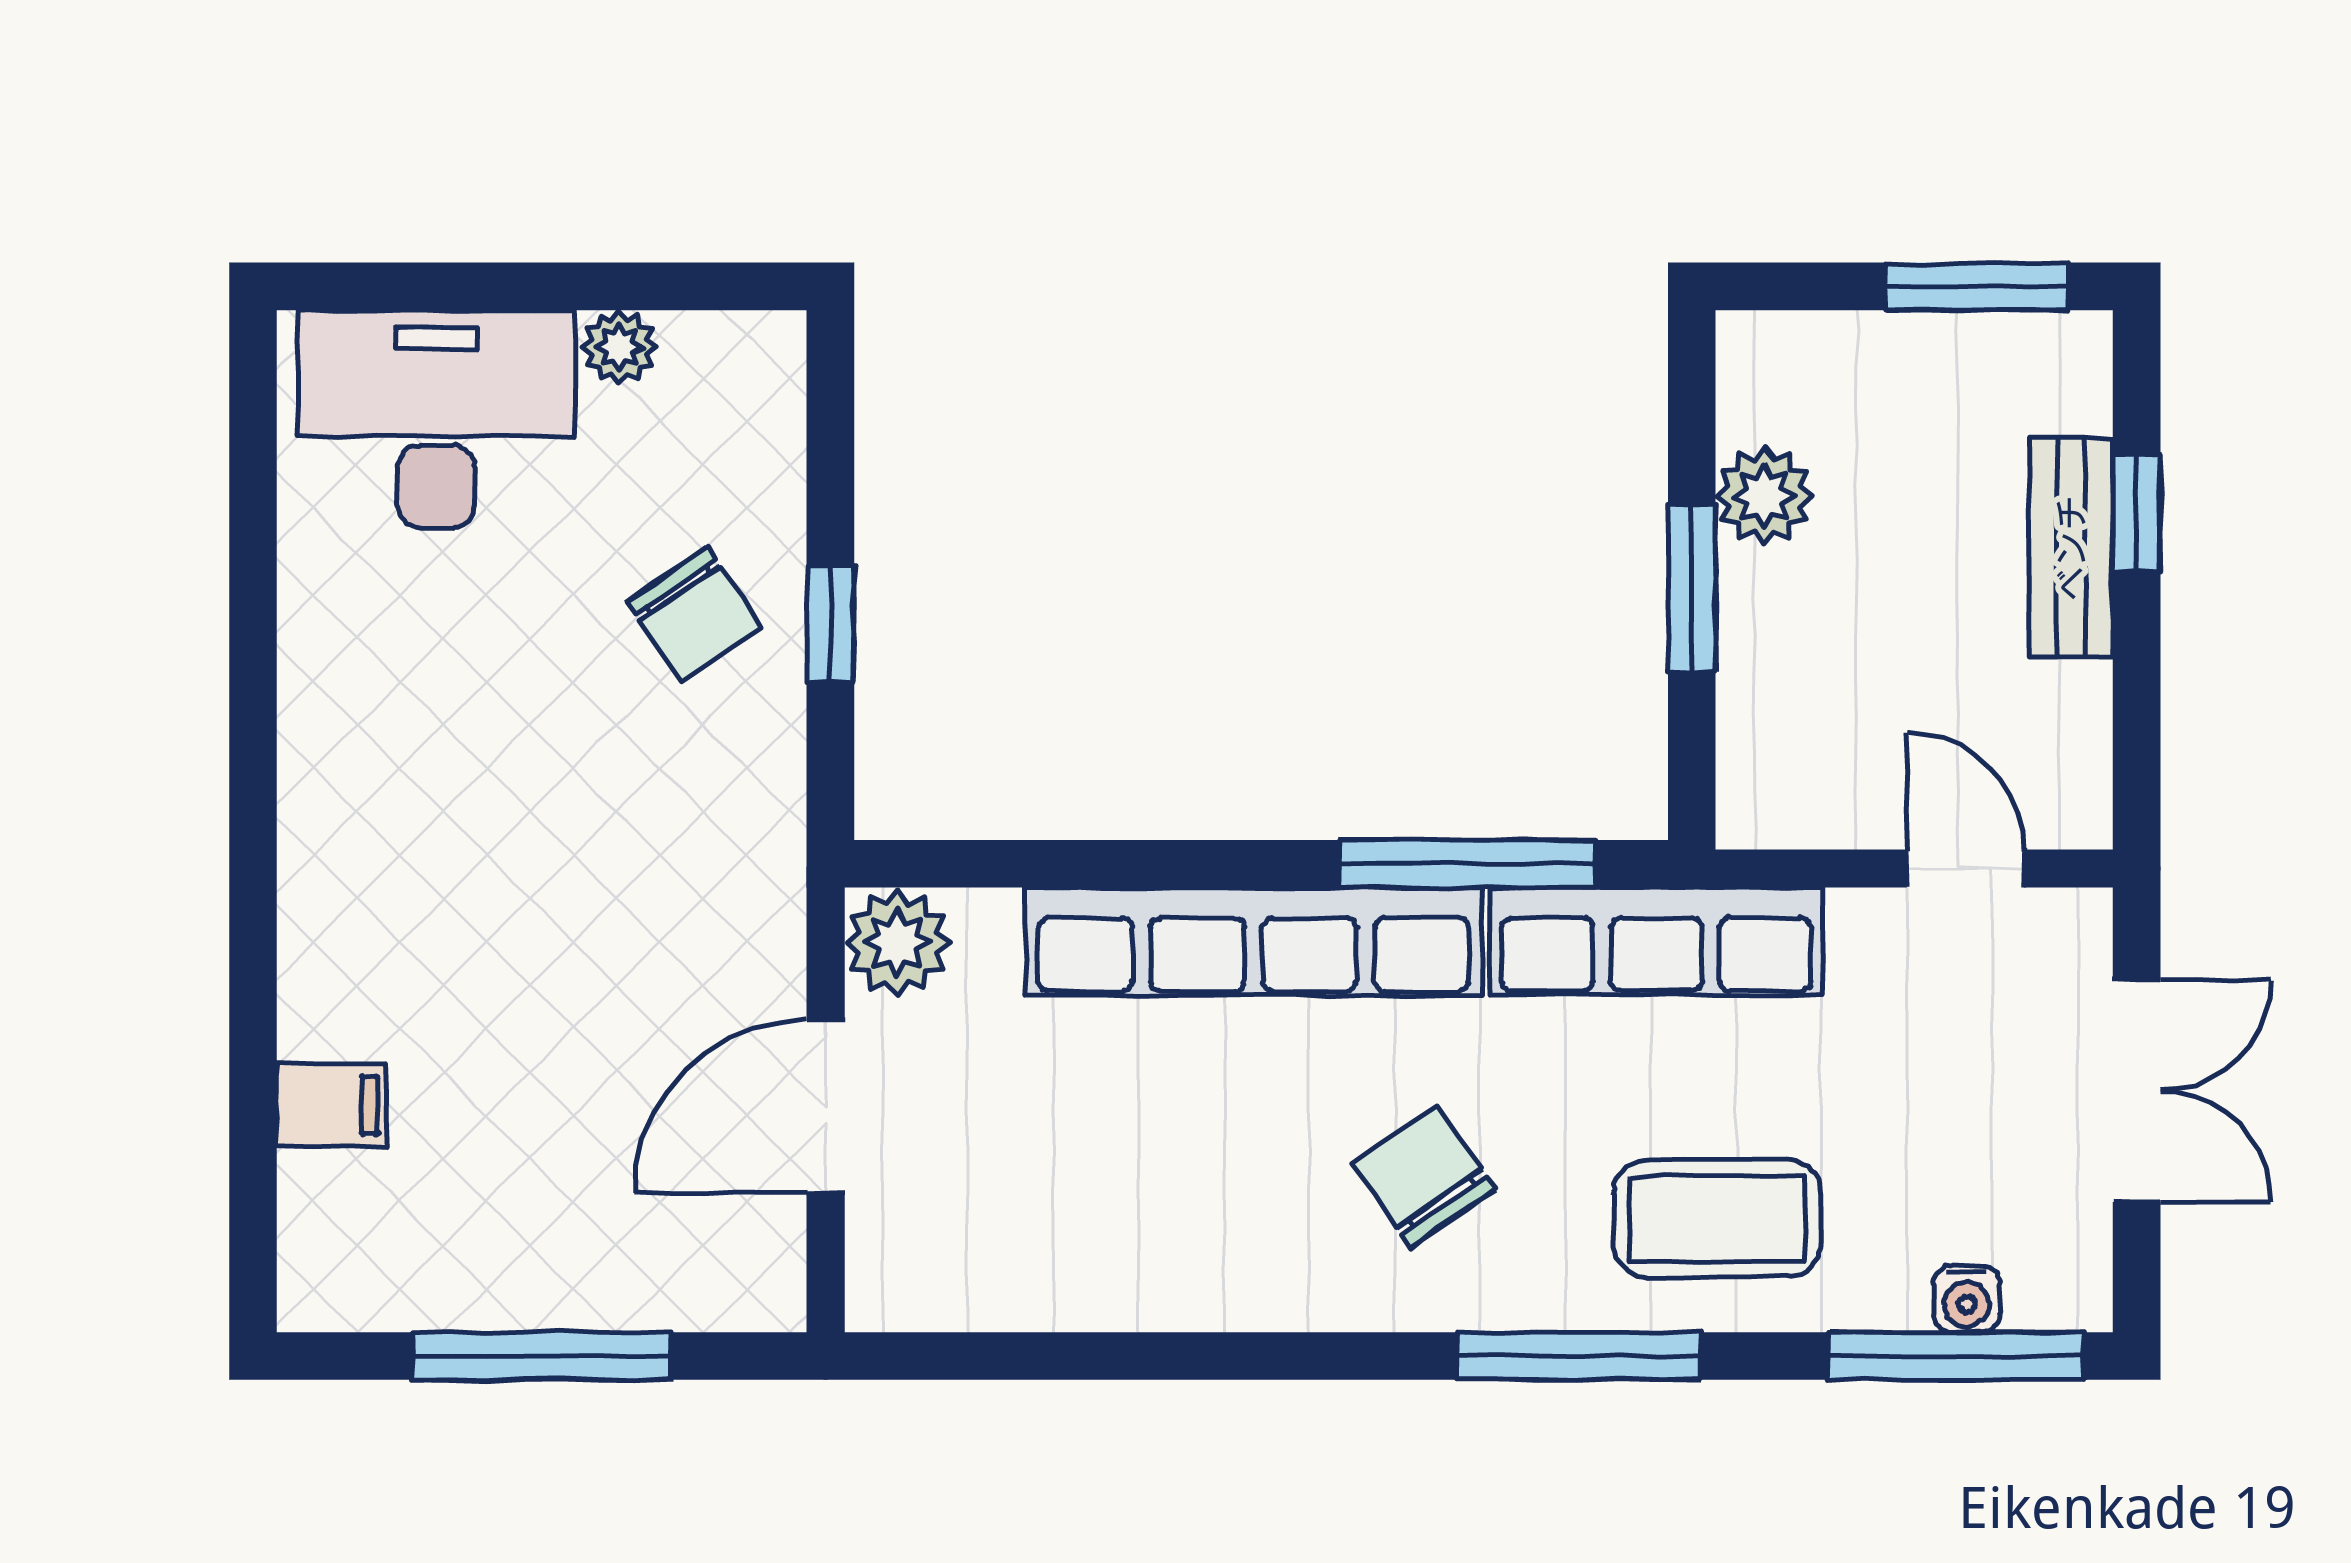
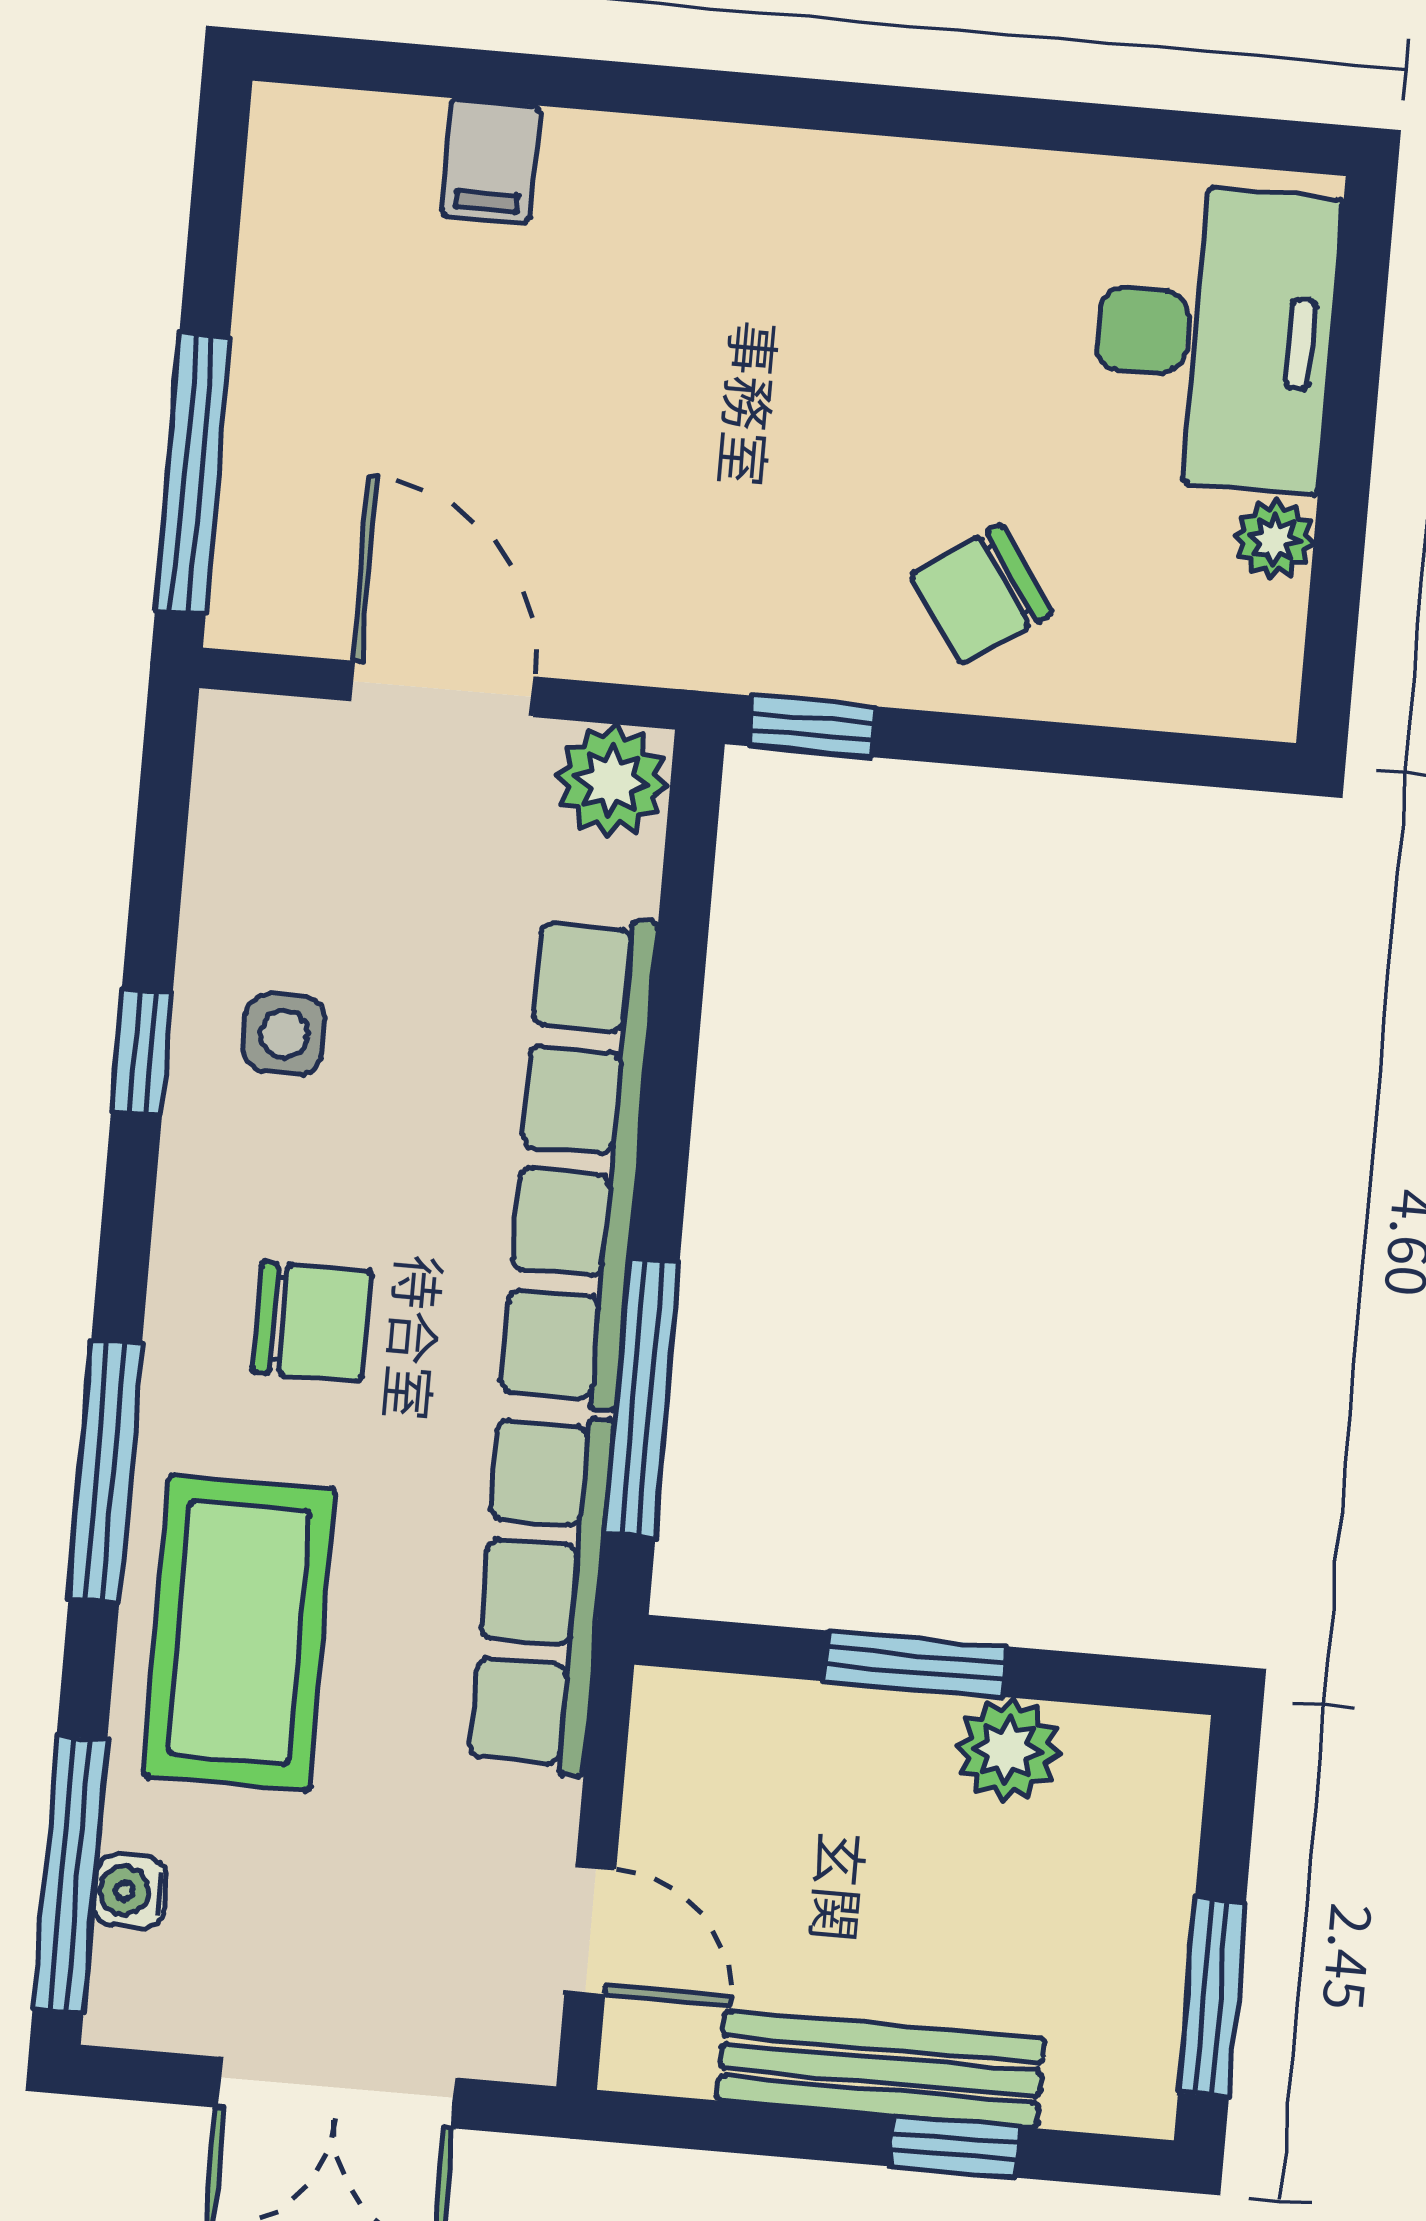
bench: (2071, 548) -> (881, 2070), width x1.36
window: (830, 624) -> (812, 726), moved
door: (1965, 869) -> (590, 1930), hinge flipped
chair: (1423, 1176) -> (312, 1322), turned 35
coffee table: (1717, 1219) -> (239, 1632), width x1.36, depth x1.32
side table: (1159, 1225) -> (284, 1034), added
window: (542, 1356) -> (192, 474), moved
window: (1187, 1356) -> (142, 1052), added

